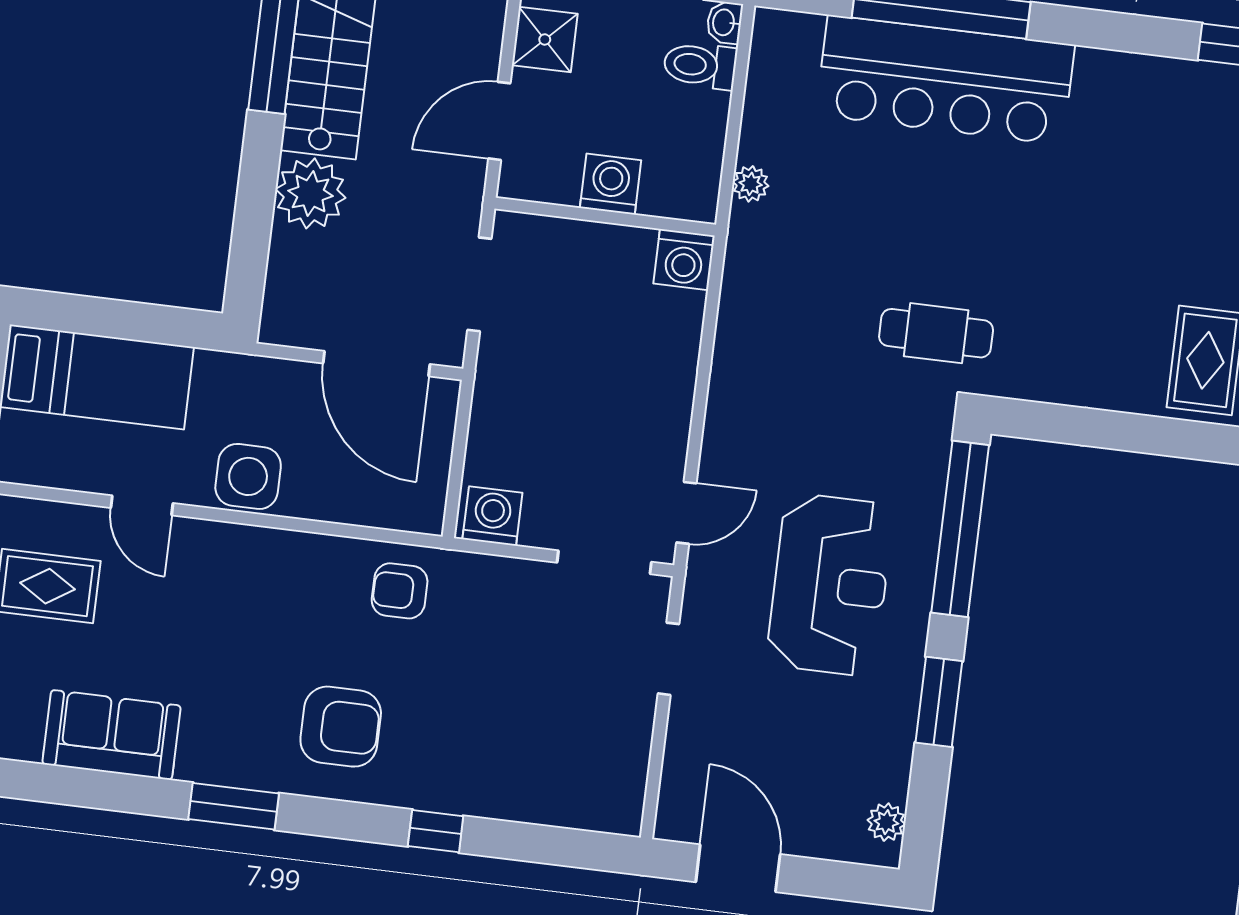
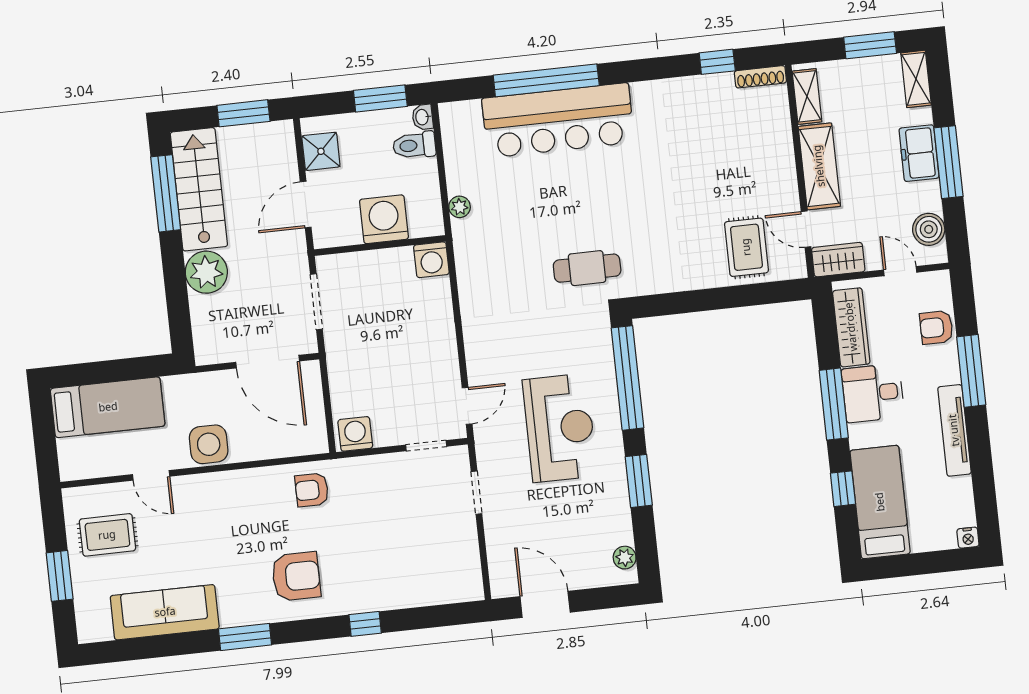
washing machine: (611, 184) -> (384, 219), width x1.37, depth x1.37
doorway: (604, 562) -> (426, 446), width x0.73
sofa: (112, 735) -> (165, 612), width x1.36

